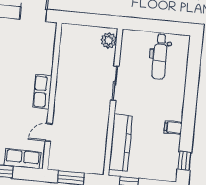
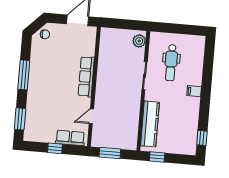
dental chair: (160, 57) -> (171, 63), moved
row of seats: (42, 92) -> (86, 77), width x1.48
filing cabinet: (173, 128) -> (194, 91), moved

